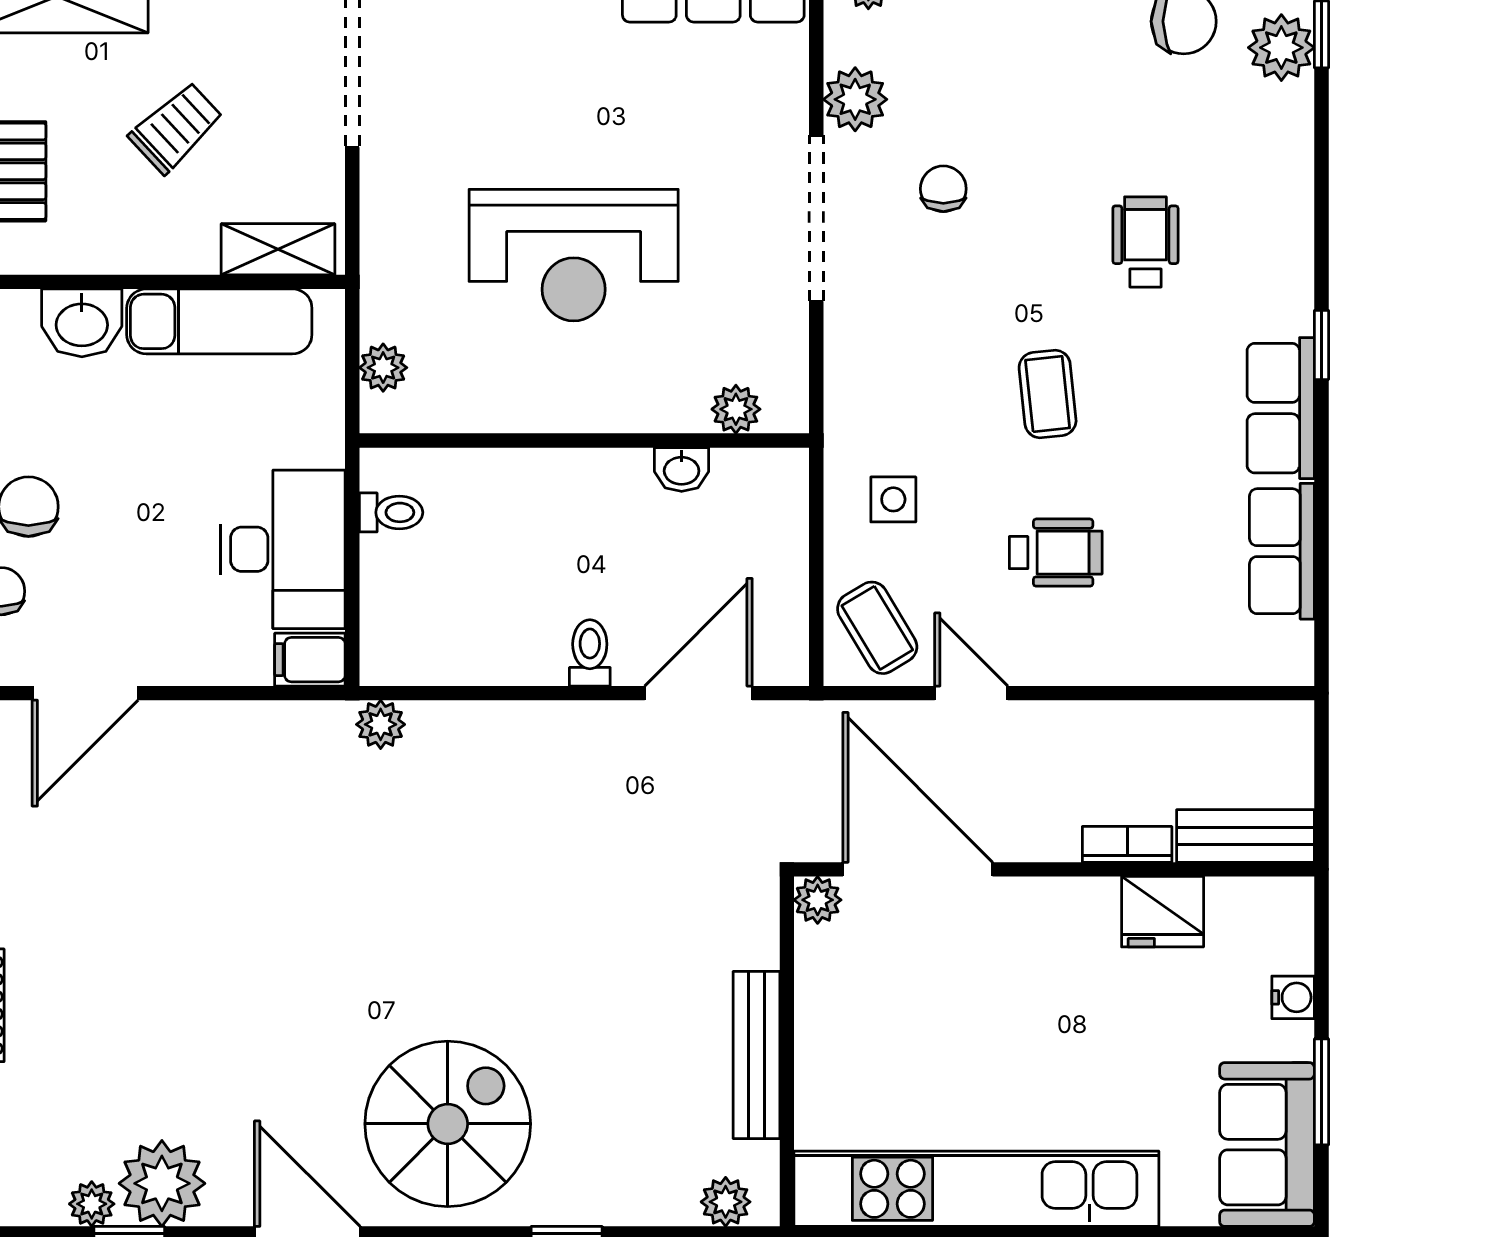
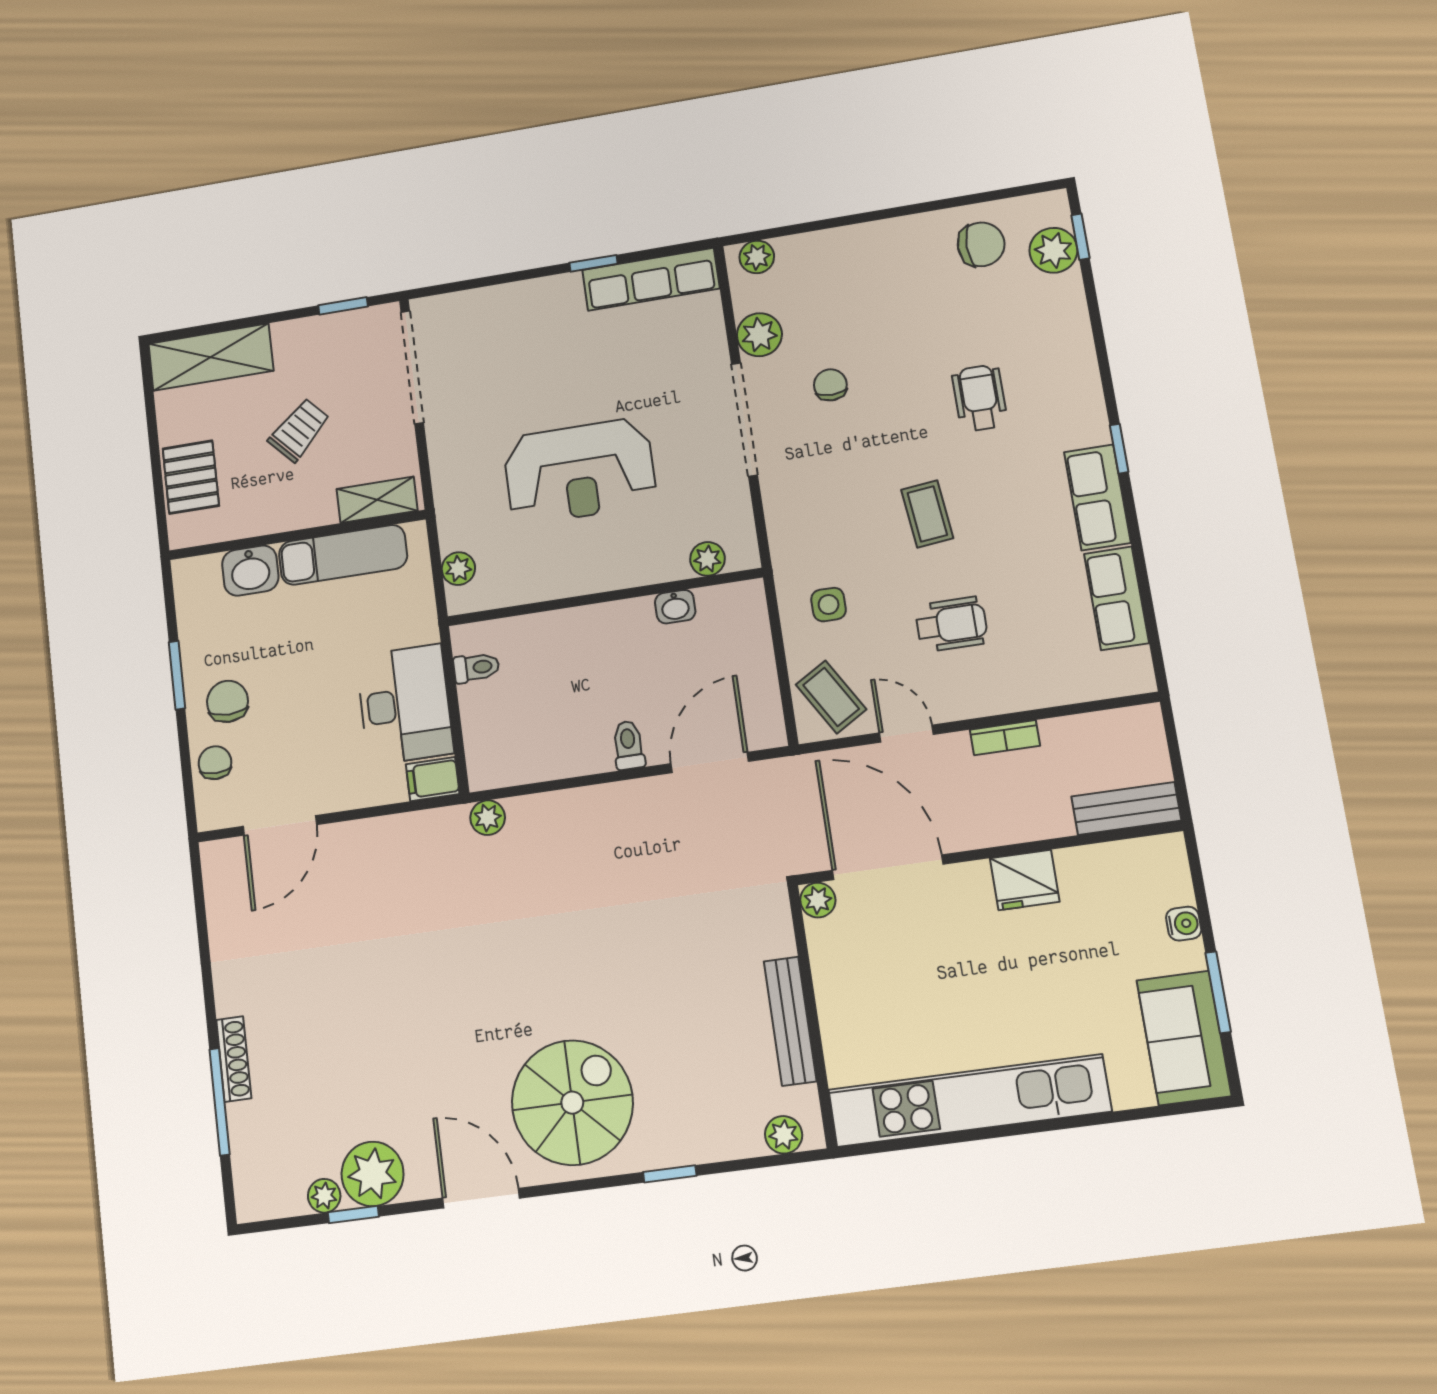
bookcase: (1127, 844) -> (1005, 738), moved, turned 180
fridge: (1163, 912) -> (1025, 880), moved

